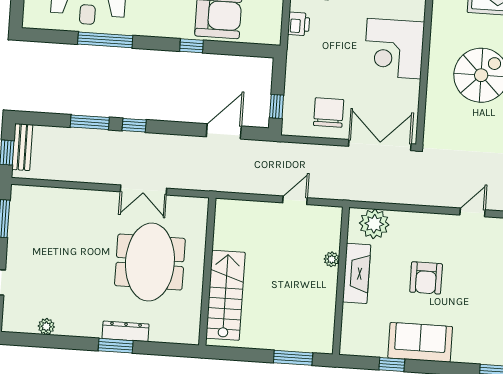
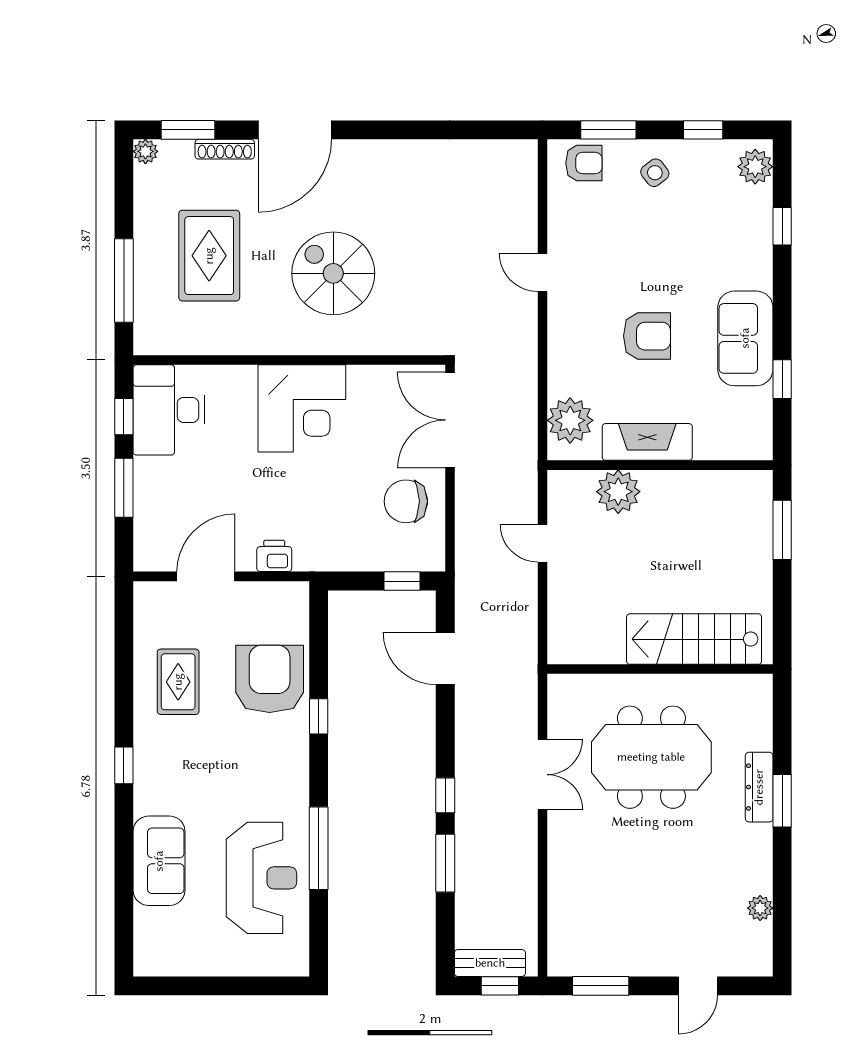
plant: (332, 259) -> (618, 492), width x1.87, depth x1.87

